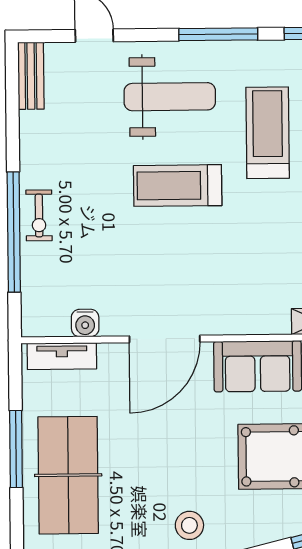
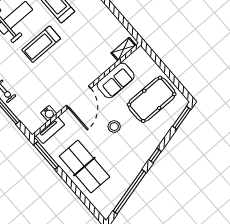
window: (16, 449) -> (46, 156), moved
stool: (189, 525) -> (114, 127), moved

